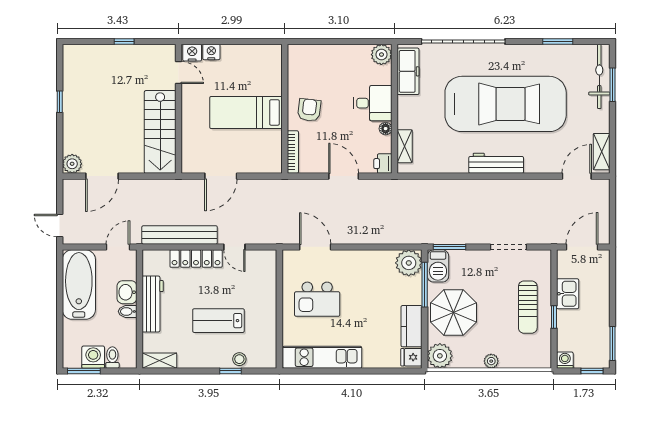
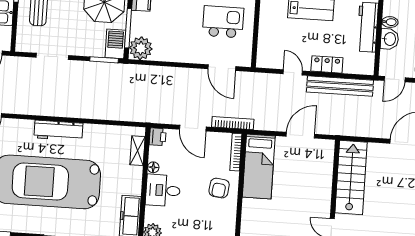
bed: (246, 112) -> (259, 167), moved, turned 90
bookcase: (299, 185) -> (233, 123), added
locker: (196, 259) -> (327, 64), width x0.66

